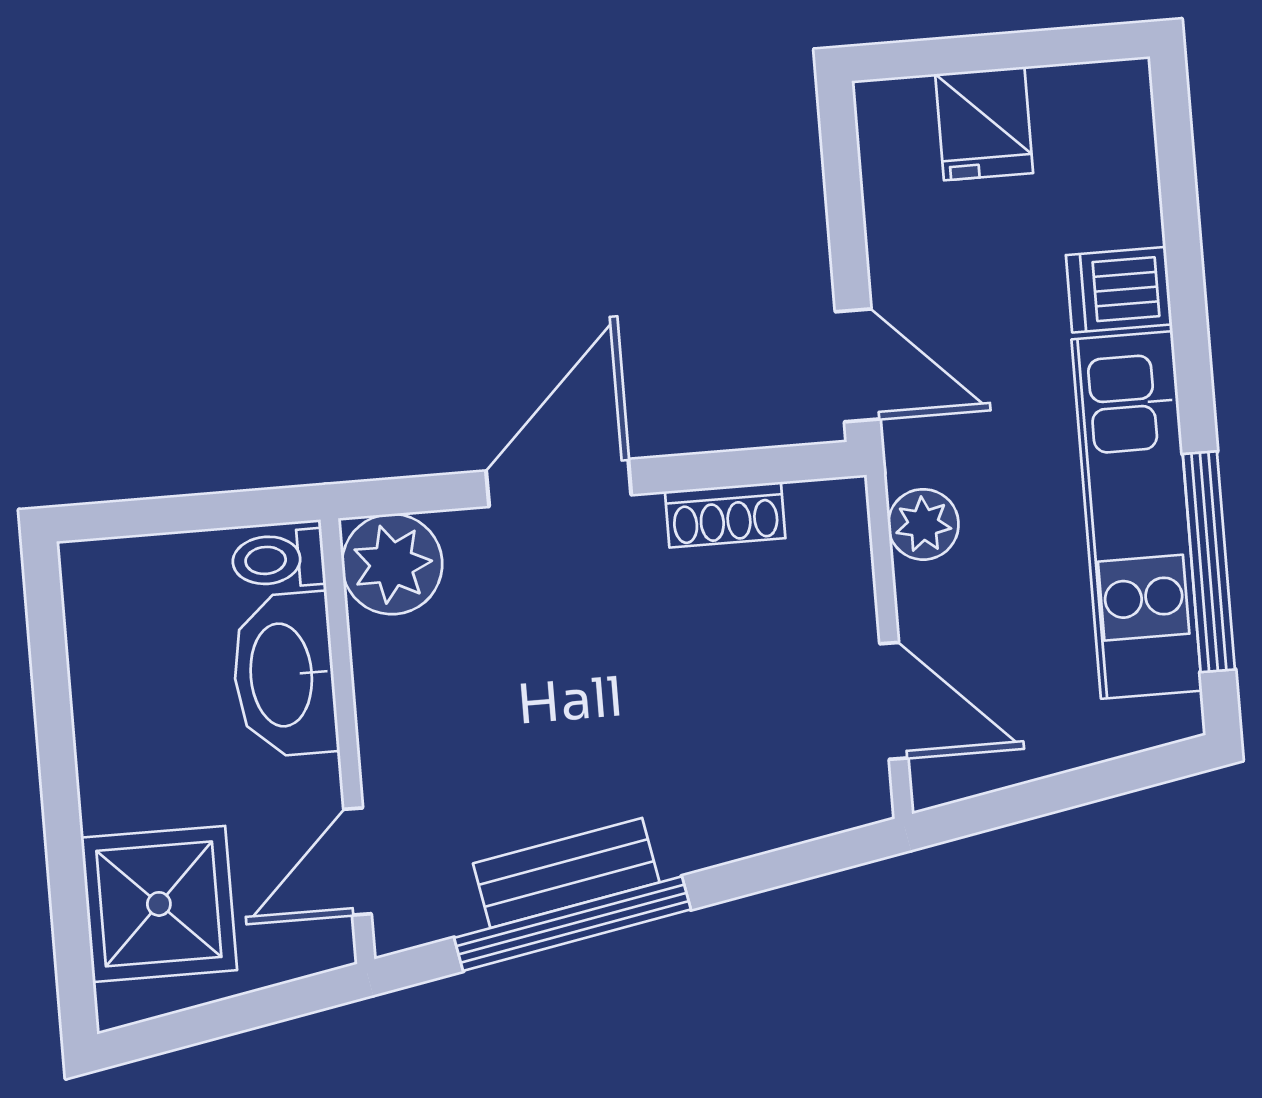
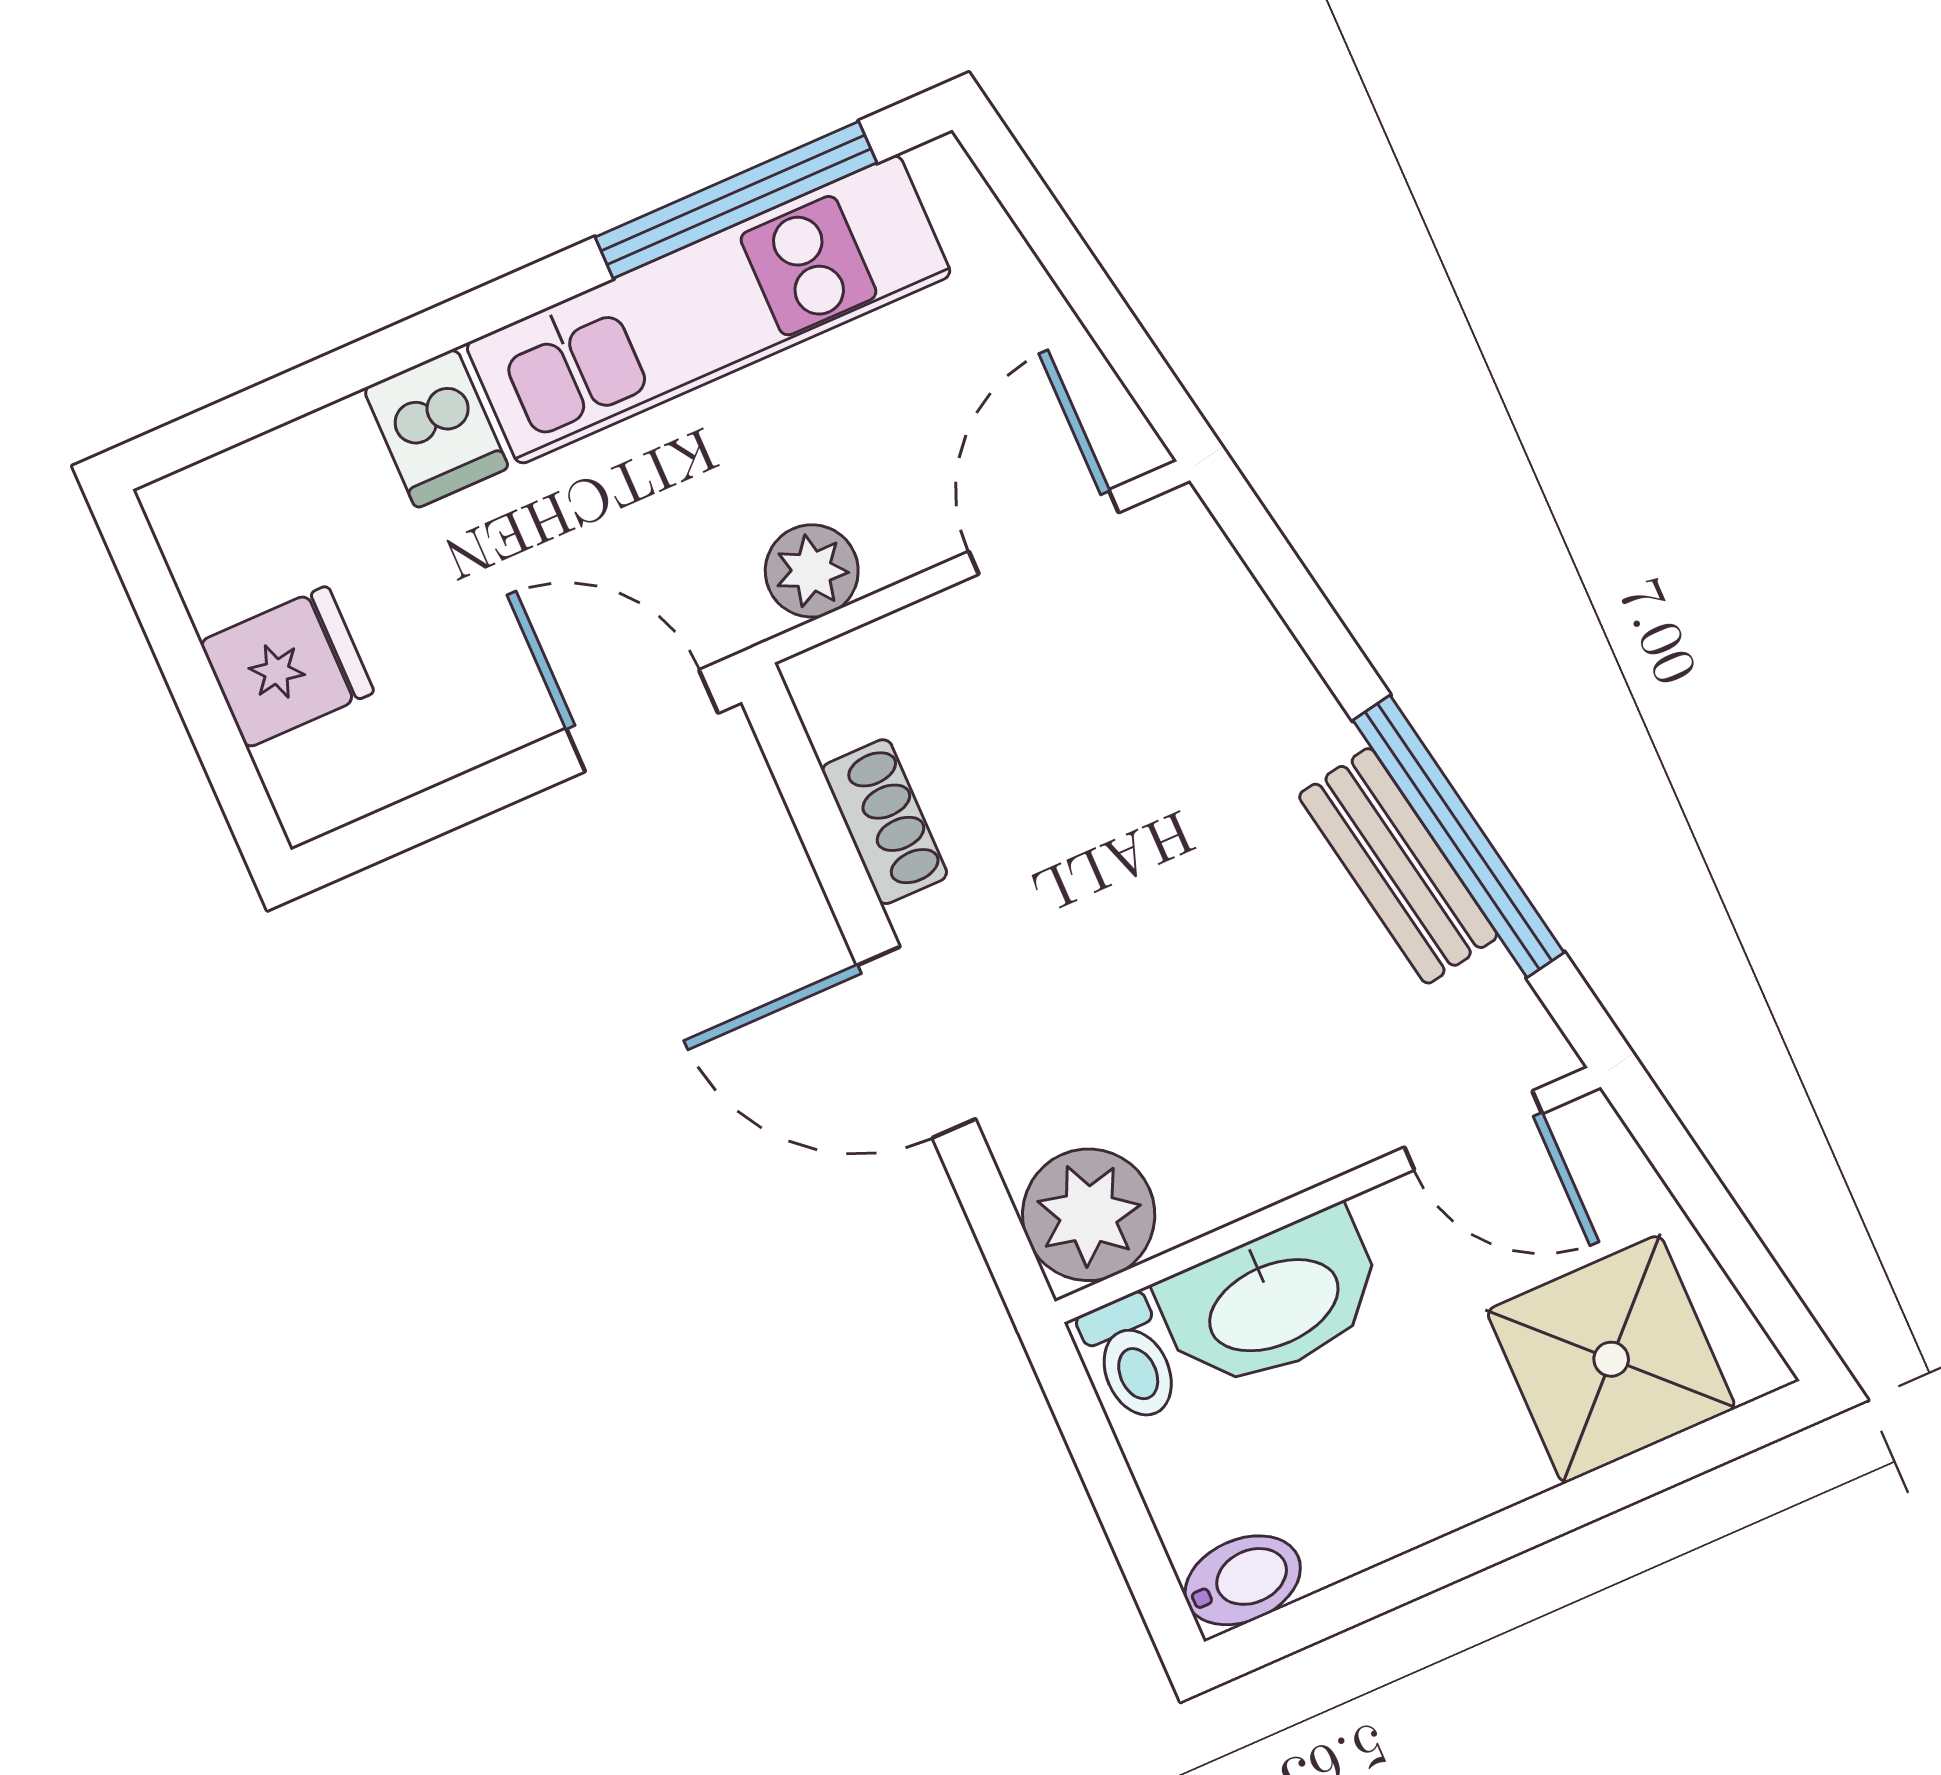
door: (858, 365) -> (642, 721), hinge flipped
bidet: (91, 584) -> (1243, 1580), added

